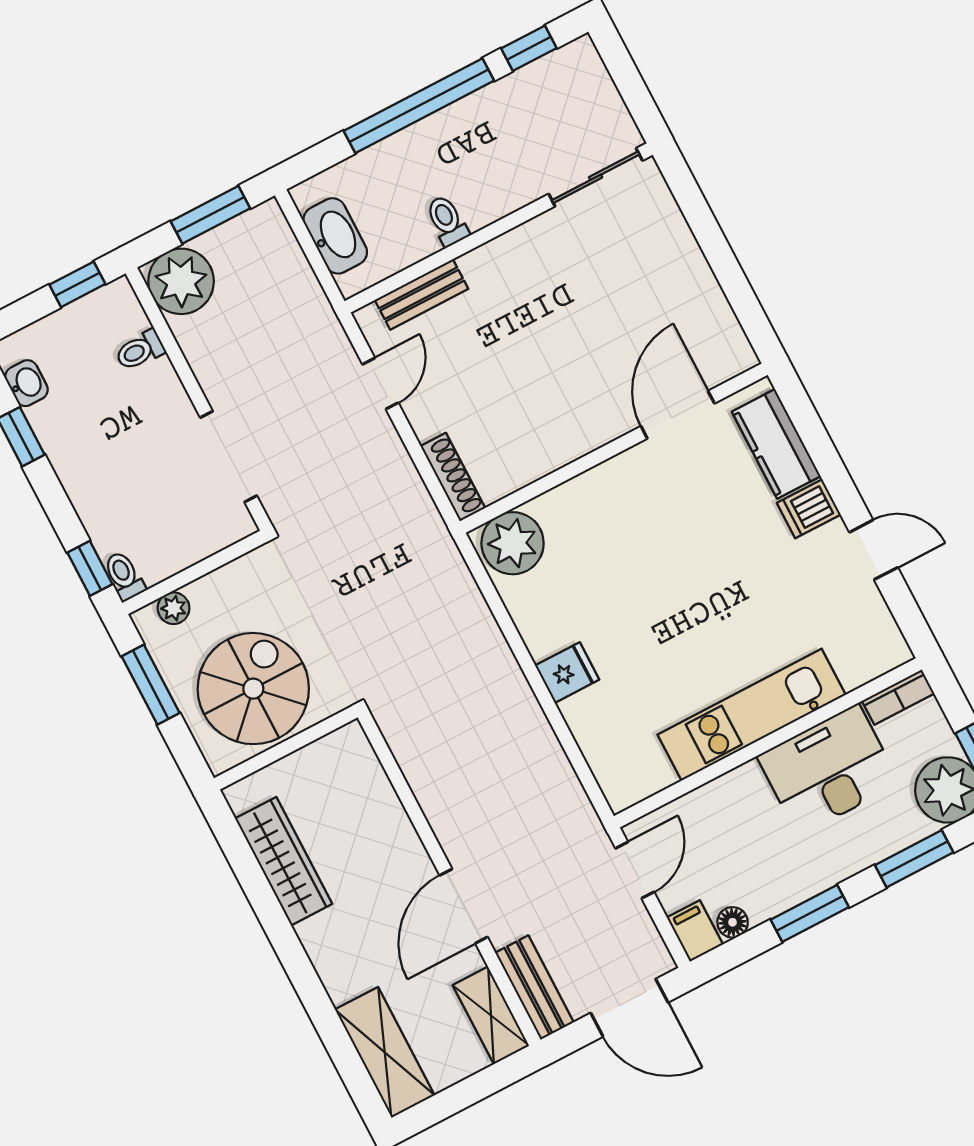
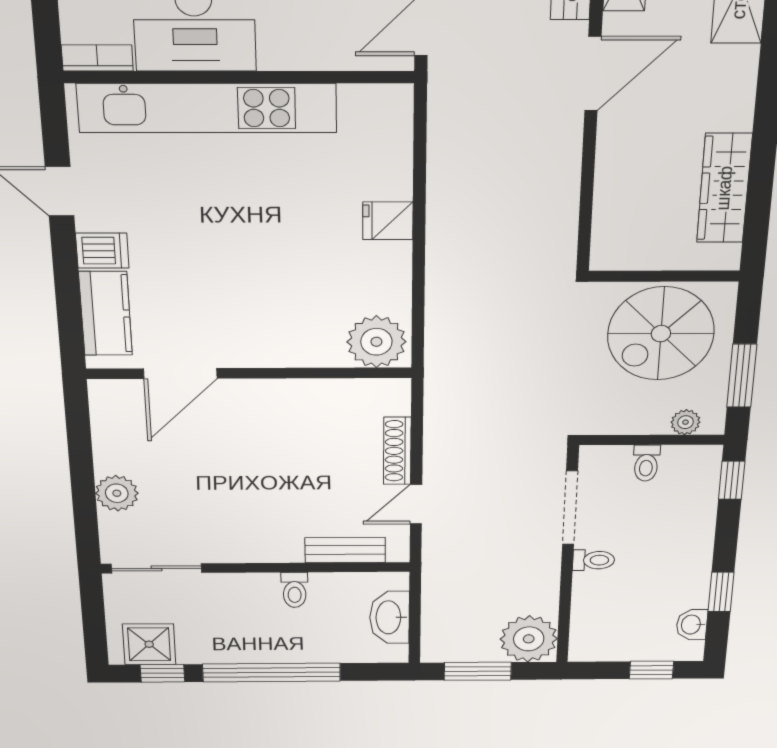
shower: (559, 79) -> (149, 644), added
plant: (675, 248) -> (117, 493), added
window: (77, 284) -> (651, 670), moved
toilet: (140, 350) -> (594, 560), moved
shoe rack: (453, 477) -> (397, 451), moved
toilet: (124, 576) -> (646, 463), moved
kitchen unit: (752, 715) -> (207, 108), width x1.36

